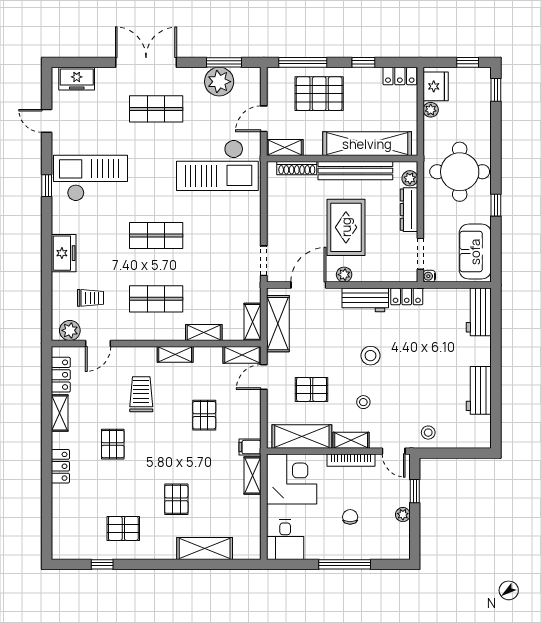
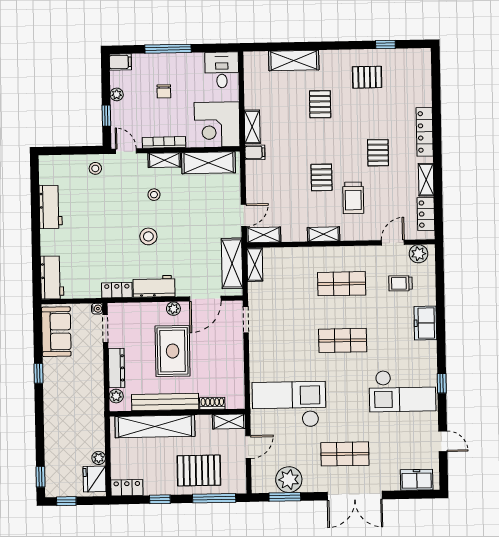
shoe rack: (297, 168) -> (212, 403), width x0.70
round table: (460, 172) -> (72, 403), removed
shelving: (204, 333) -> (298, 254), removed
pallet: (312, 389) -> (201, 205), removed
pallet: (204, 415) -> (322, 177), moved
locker: (60, 466) -> (425, 132), width x1.53
filing cabinet: (398, 551) -> (120, 62), added

